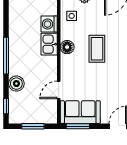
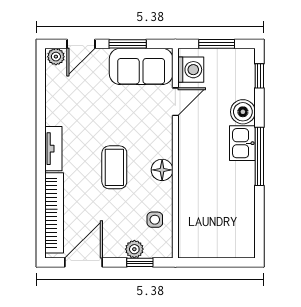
washing machine: (49, 24) -> (191, 70), moved
kitchen sink: (49, 44) -> (242, 143), moved, turned 180
window: (78, 126) -> (128, 44), moved

